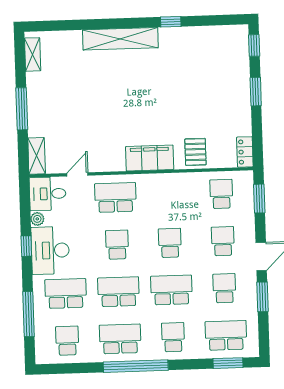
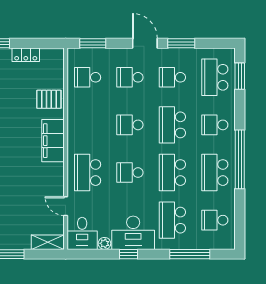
locker: (245, 152) -> (26, 55), moved

